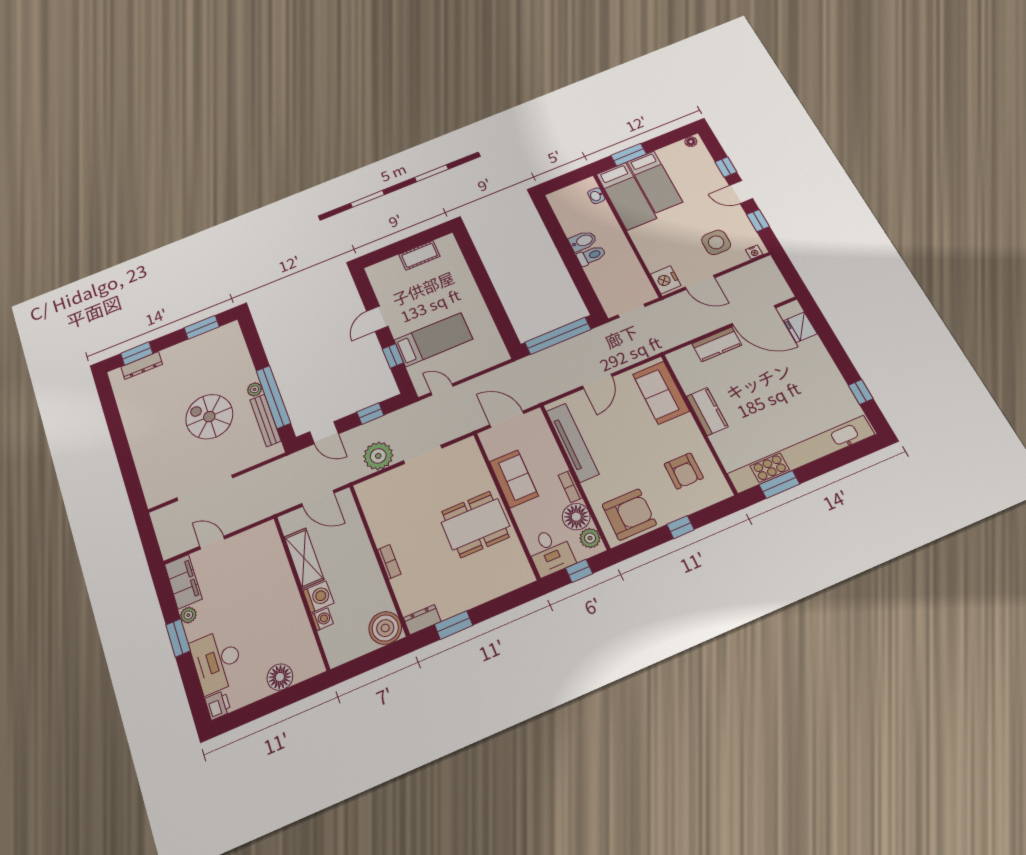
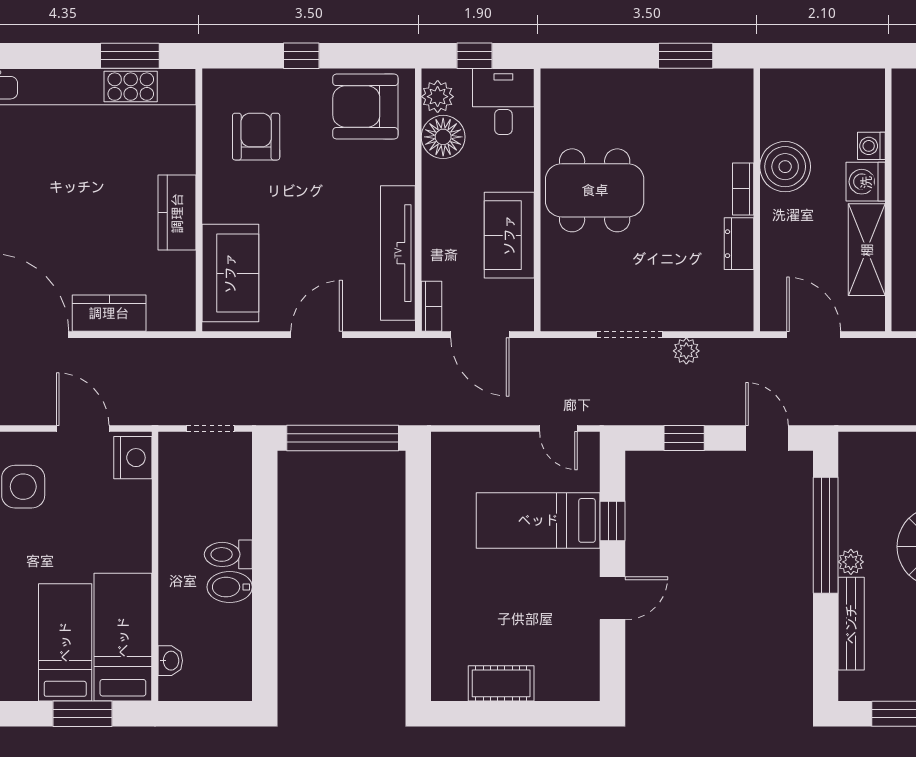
bench: (265, 420) -> (851, 624), moved
plant: (378, 456) -> (686, 351), width x0.53, depth x0.53
bookcase: (570, 486) -> (431, 306), moved
dresser: (422, 620) -> (739, 244), moved, turned 90
boiler: (385, 628) -> (785, 167), moved

